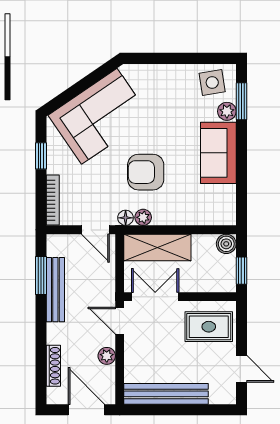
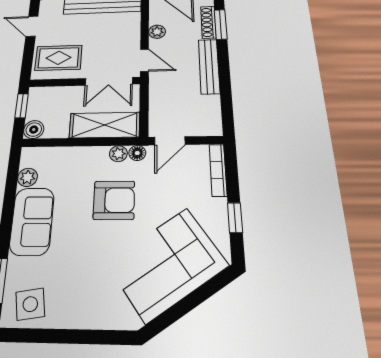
plant: (227, 111) -> (28, 177), moved
door: (95, 230) -> (170, 141), swing flipped
window: (41, 276) -> (221, 24), moved
bench: (55, 290) -> (209, 66), moved

